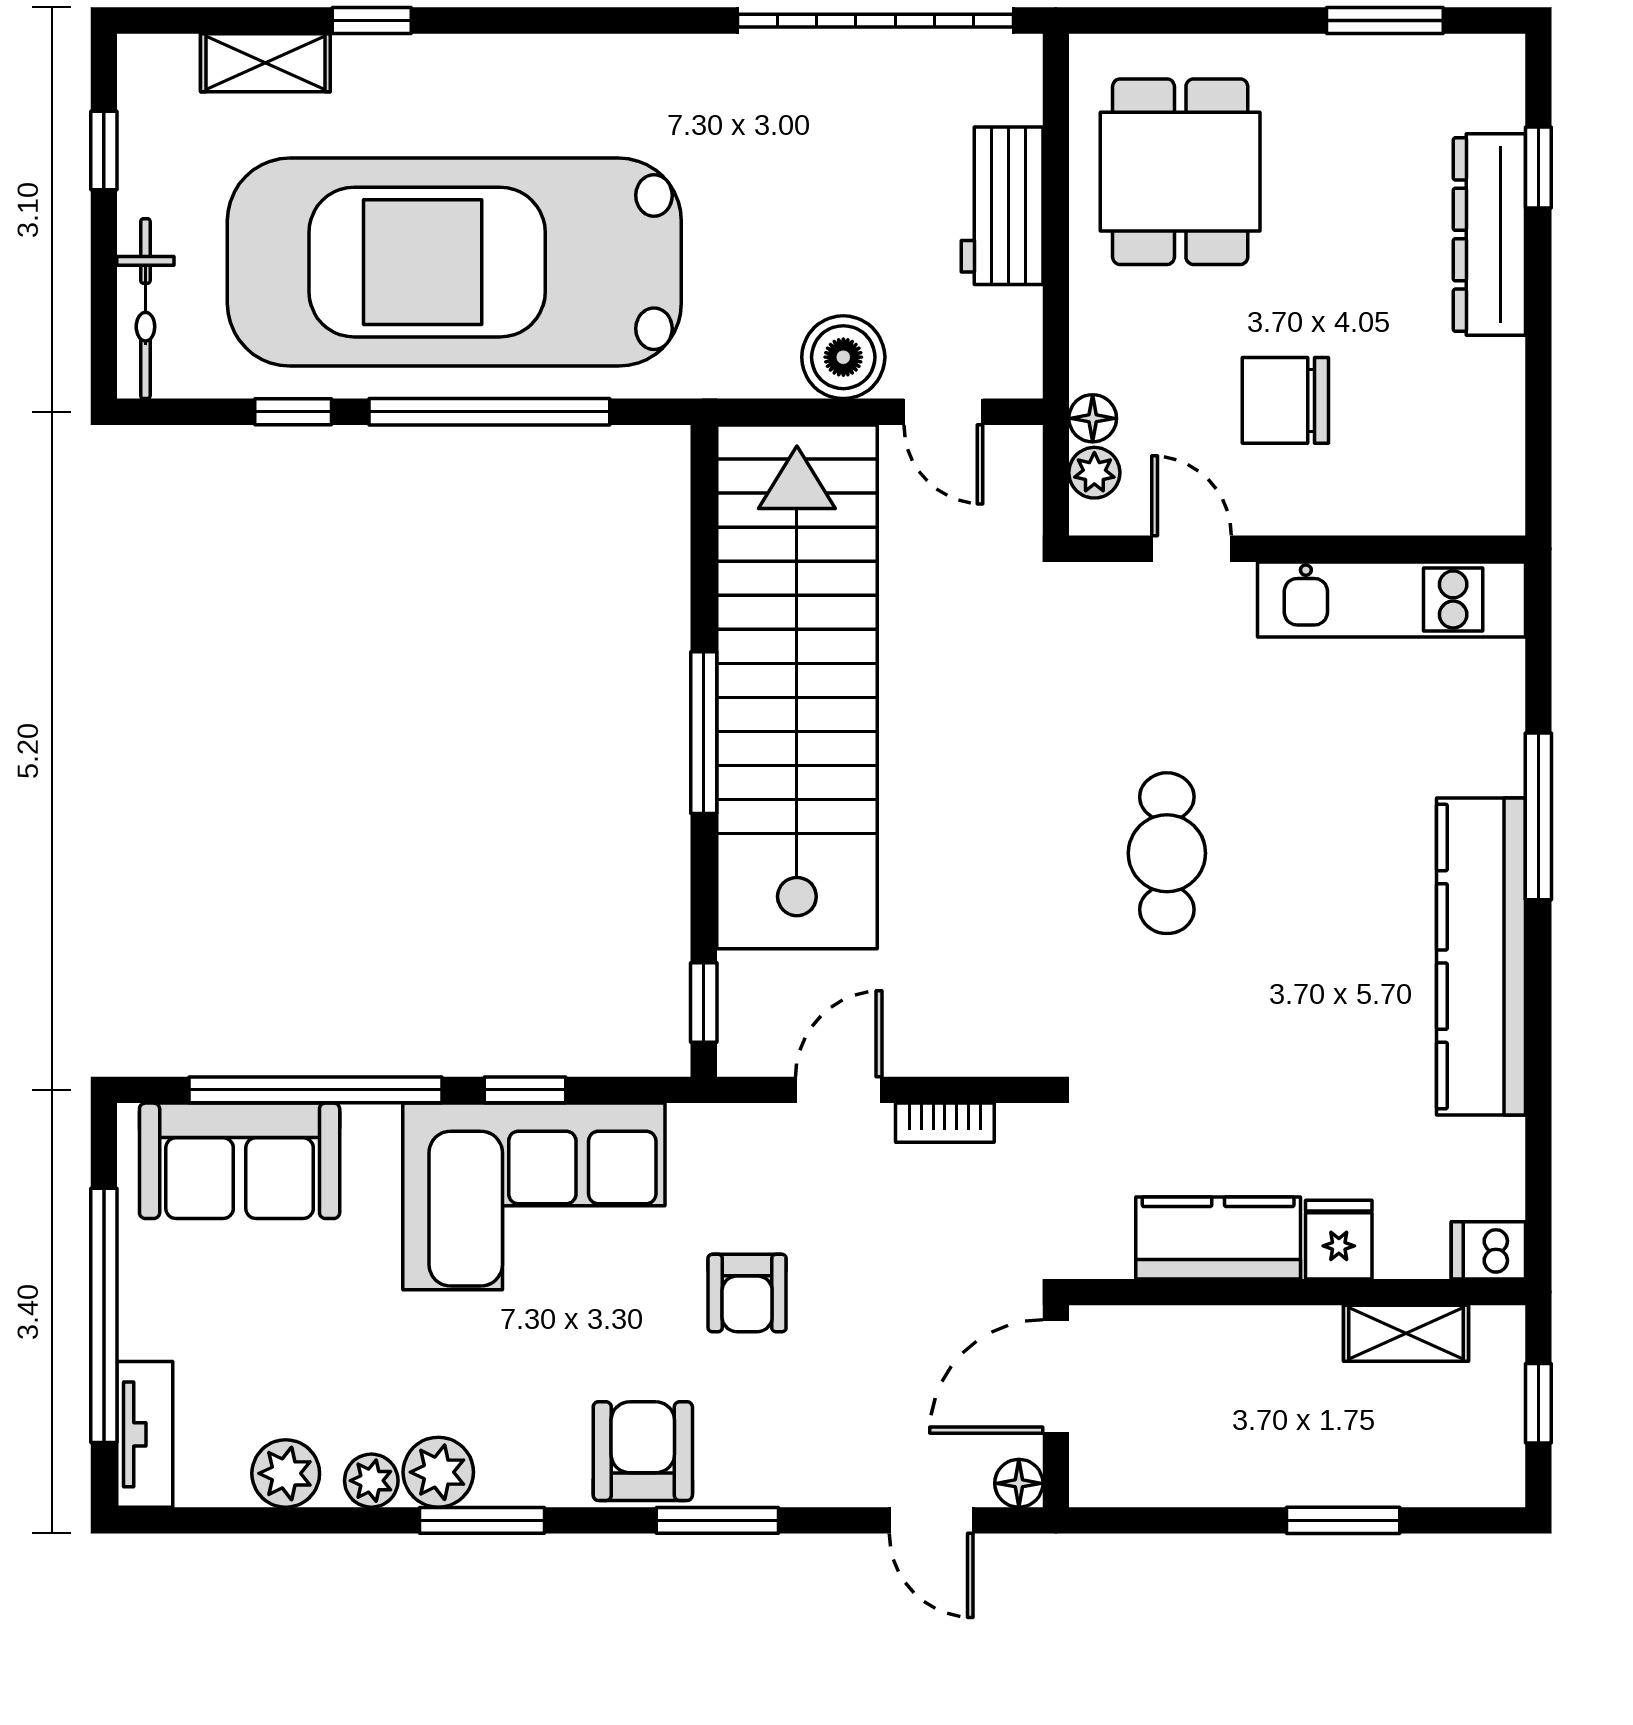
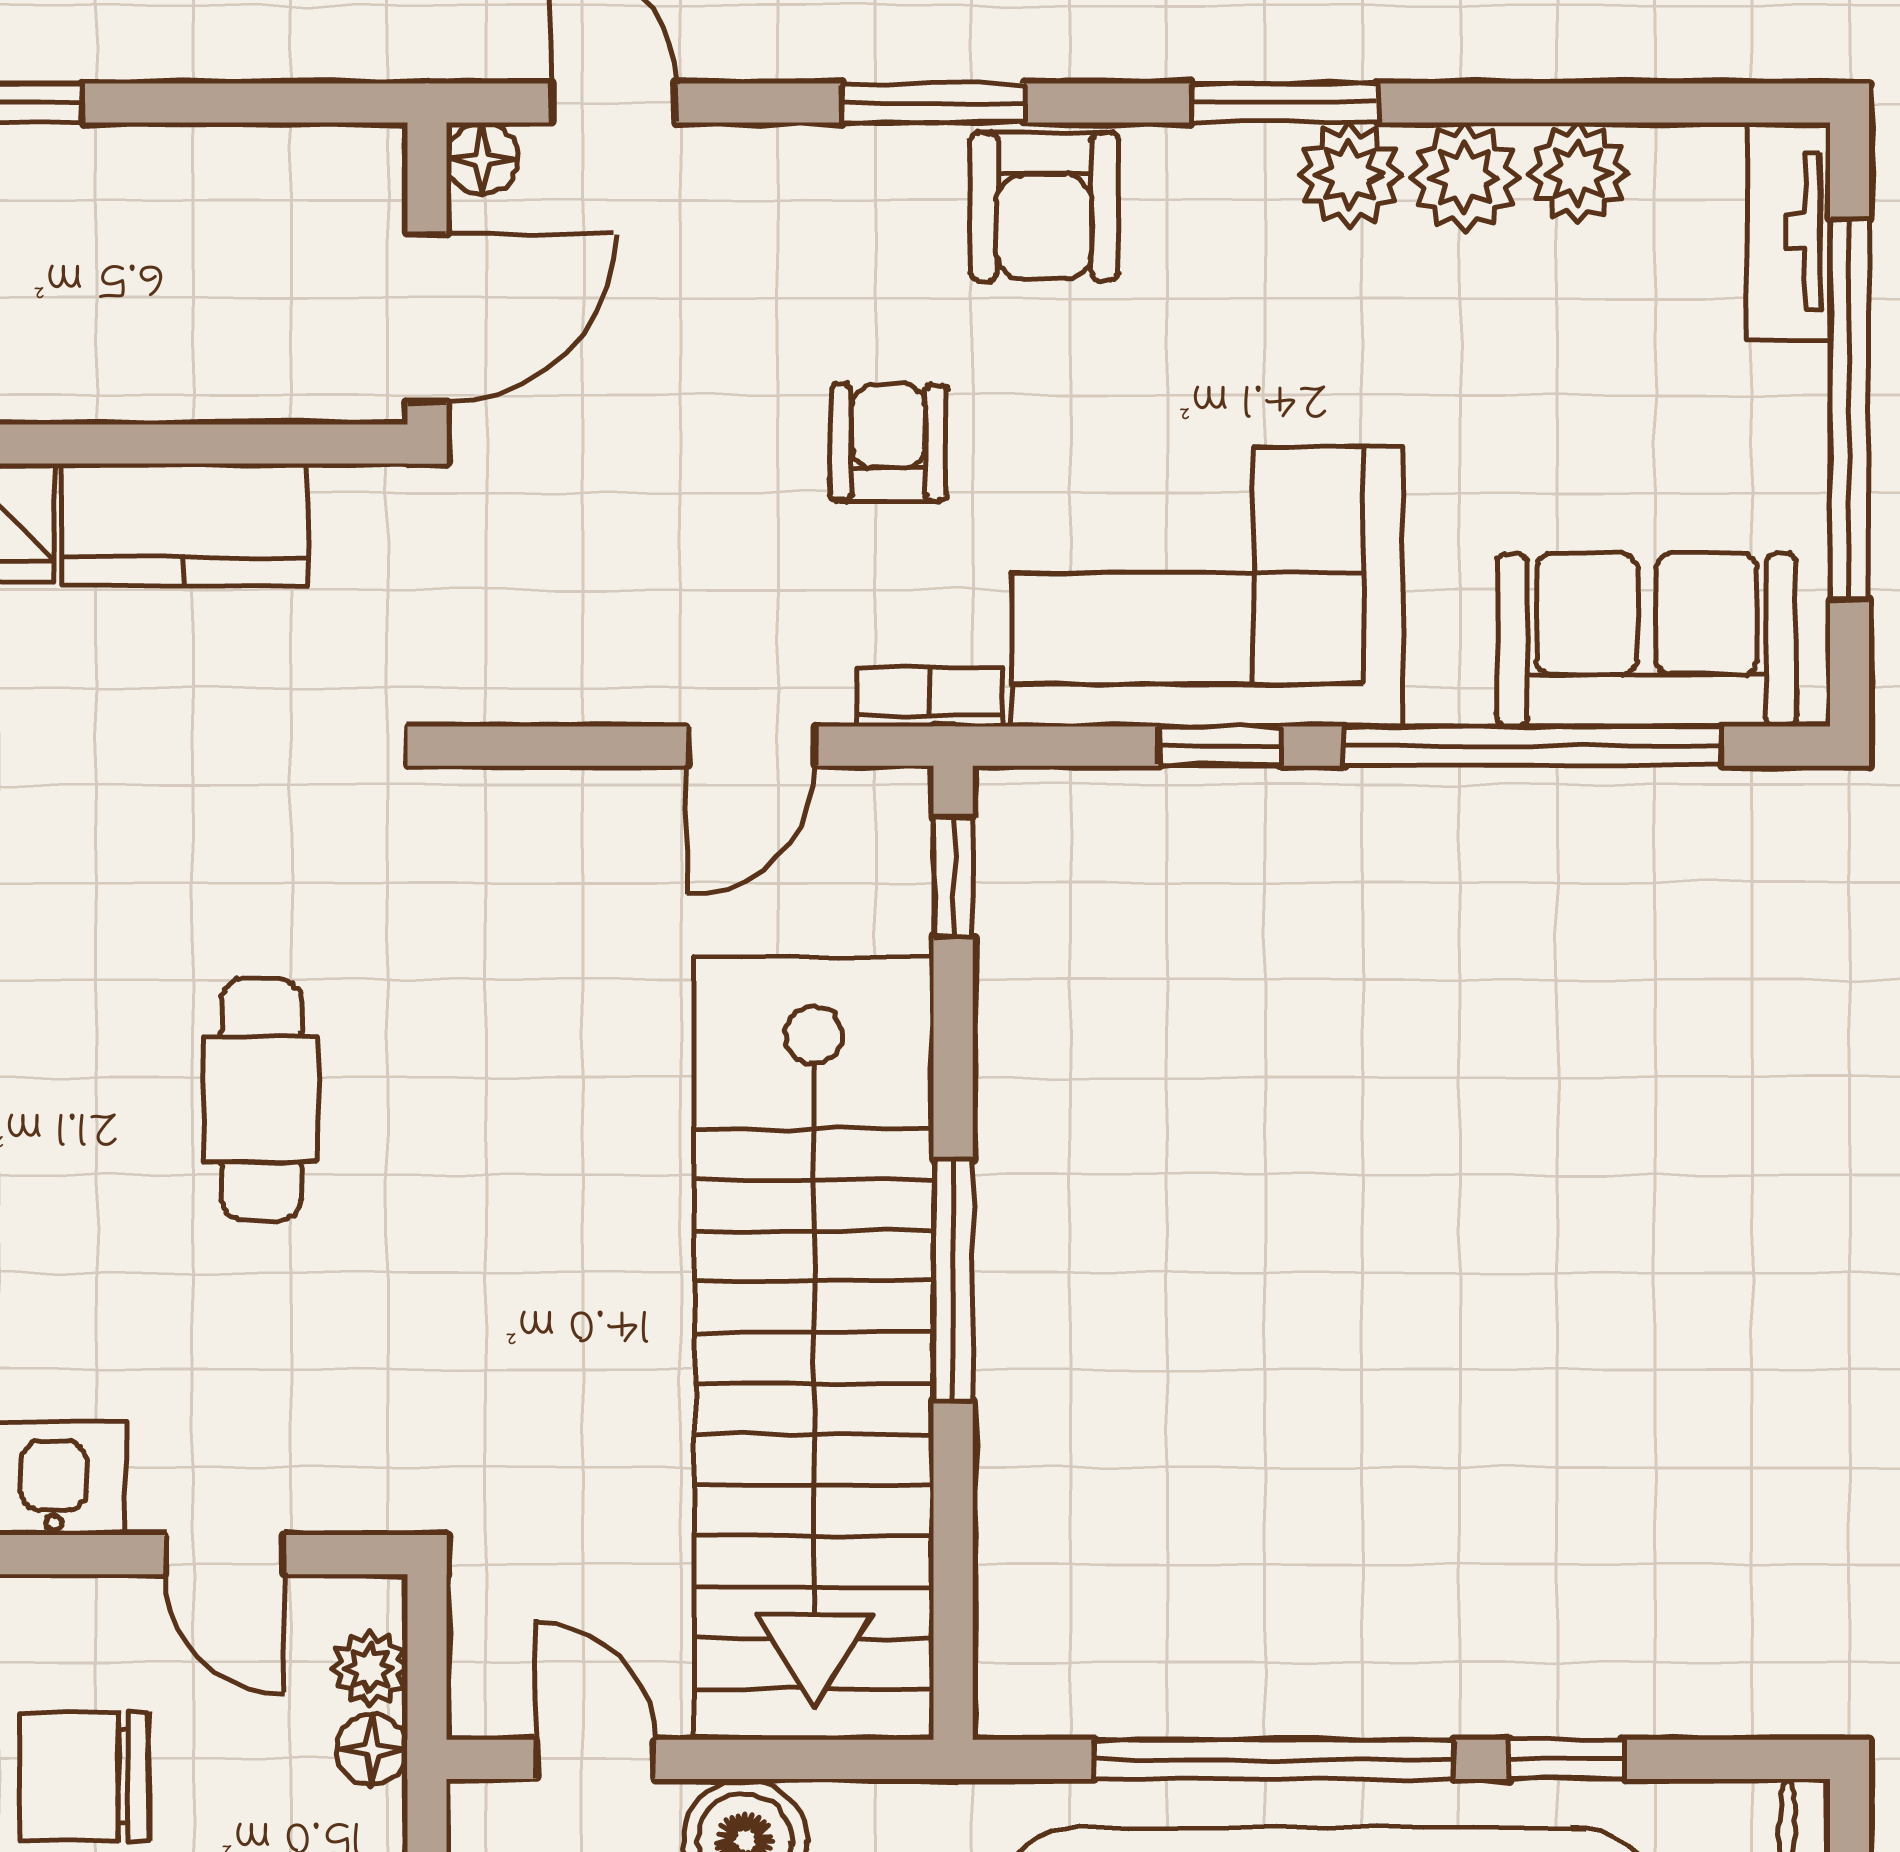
chair: (1285, 400) -> (84, 1776), turned 180
bookcase: (945, 1123) -> (930, 697), moved
plant: (371, 1481) -> (1465, 177), width x1.38, depth x1.38

